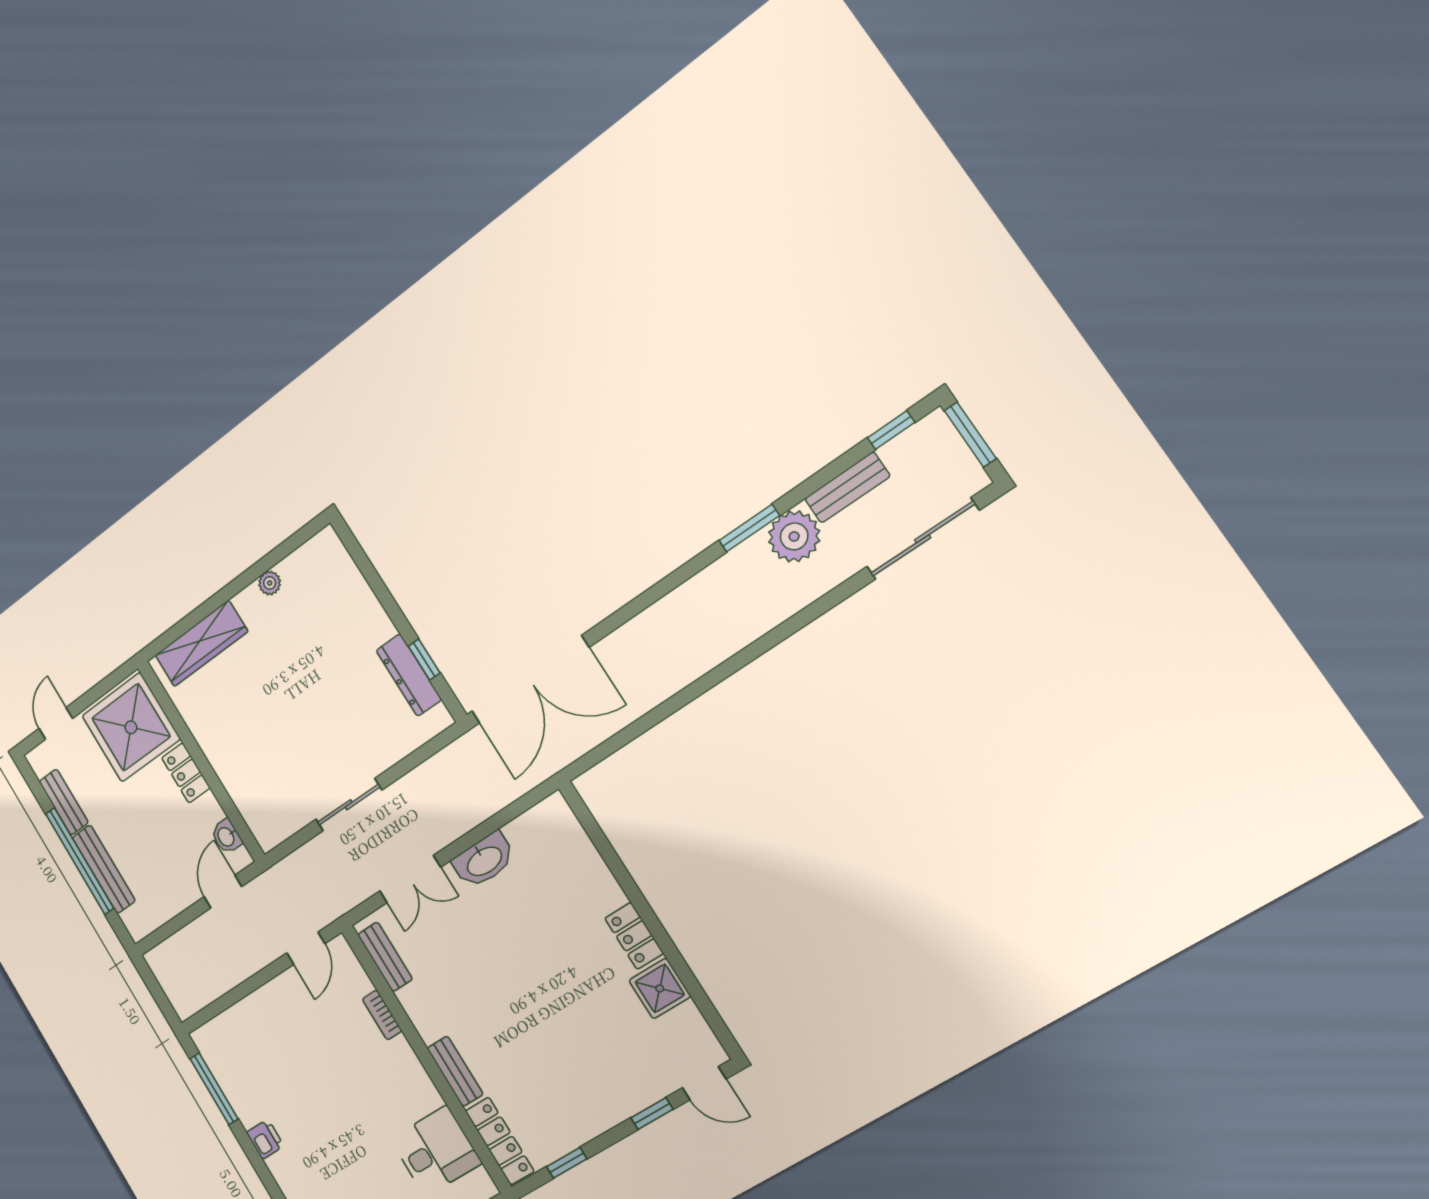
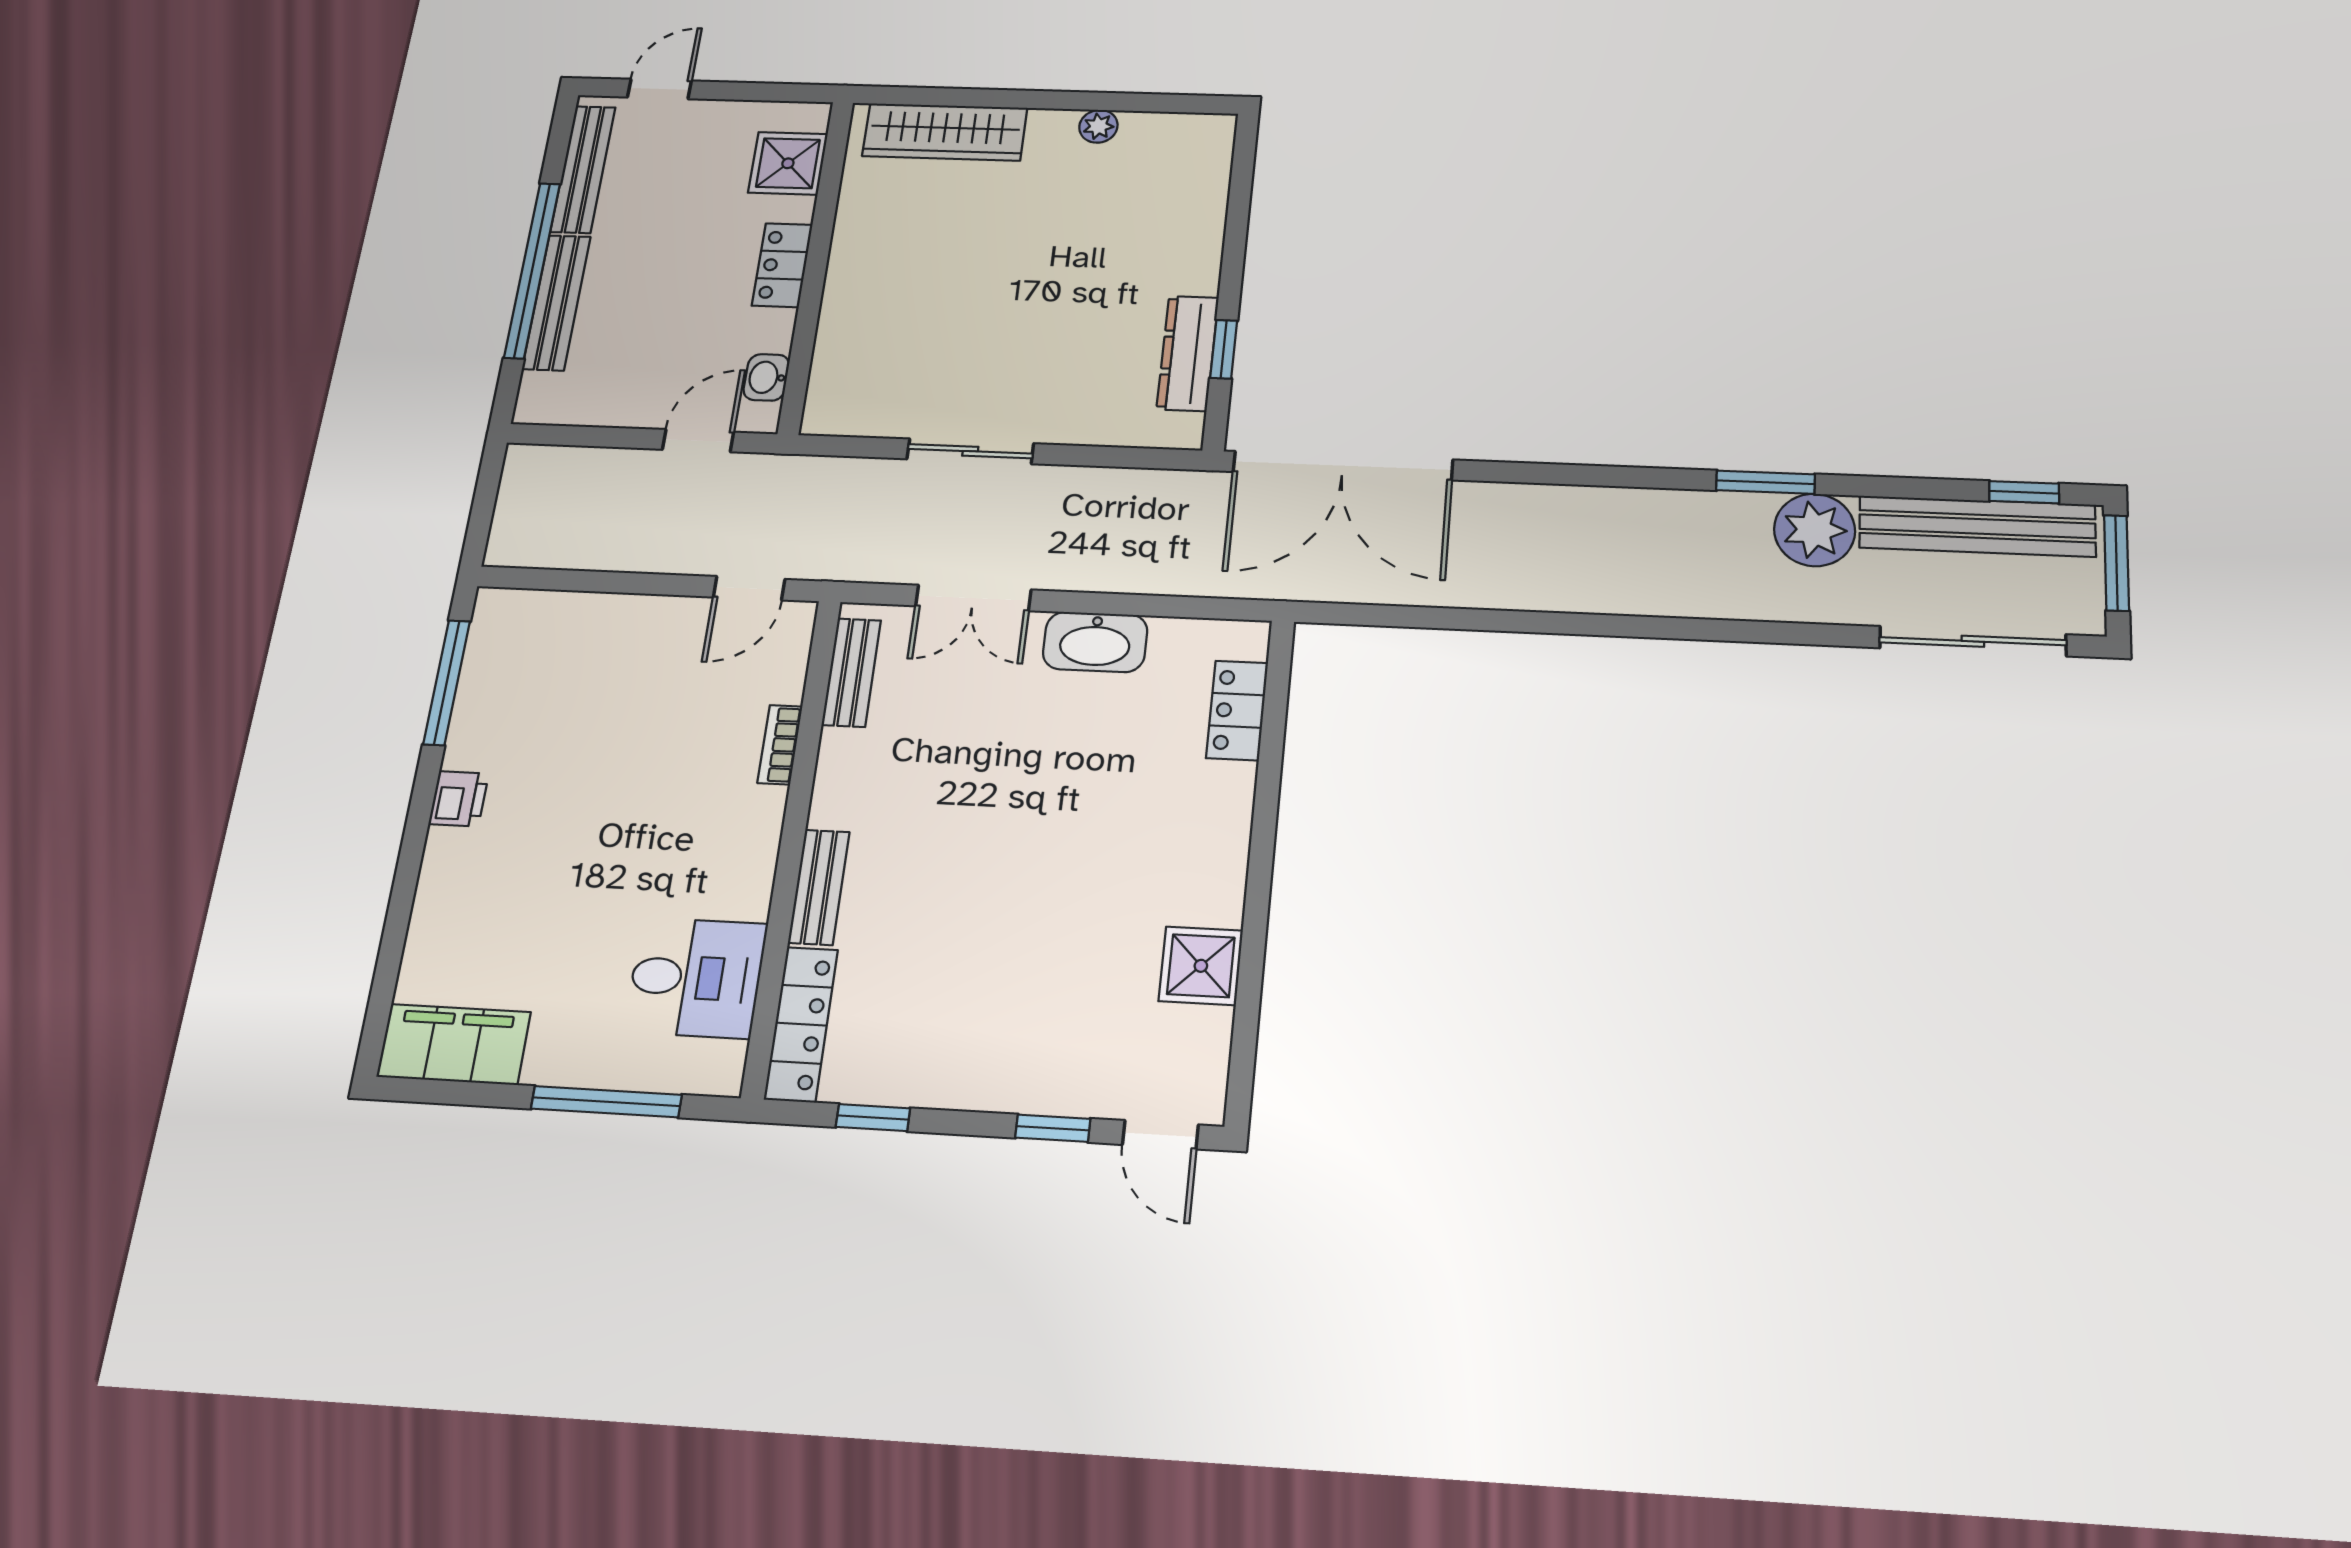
bench: (847, 487) -> (1977, 526), width x1.86, depth x1.21
shower: (131, 727) -> (788, 163), width x0.54, depth x0.54
bench: (64, 802) -> (583, 169), width x1.36
locker: (634, 936) -> (1237, 710), moved

